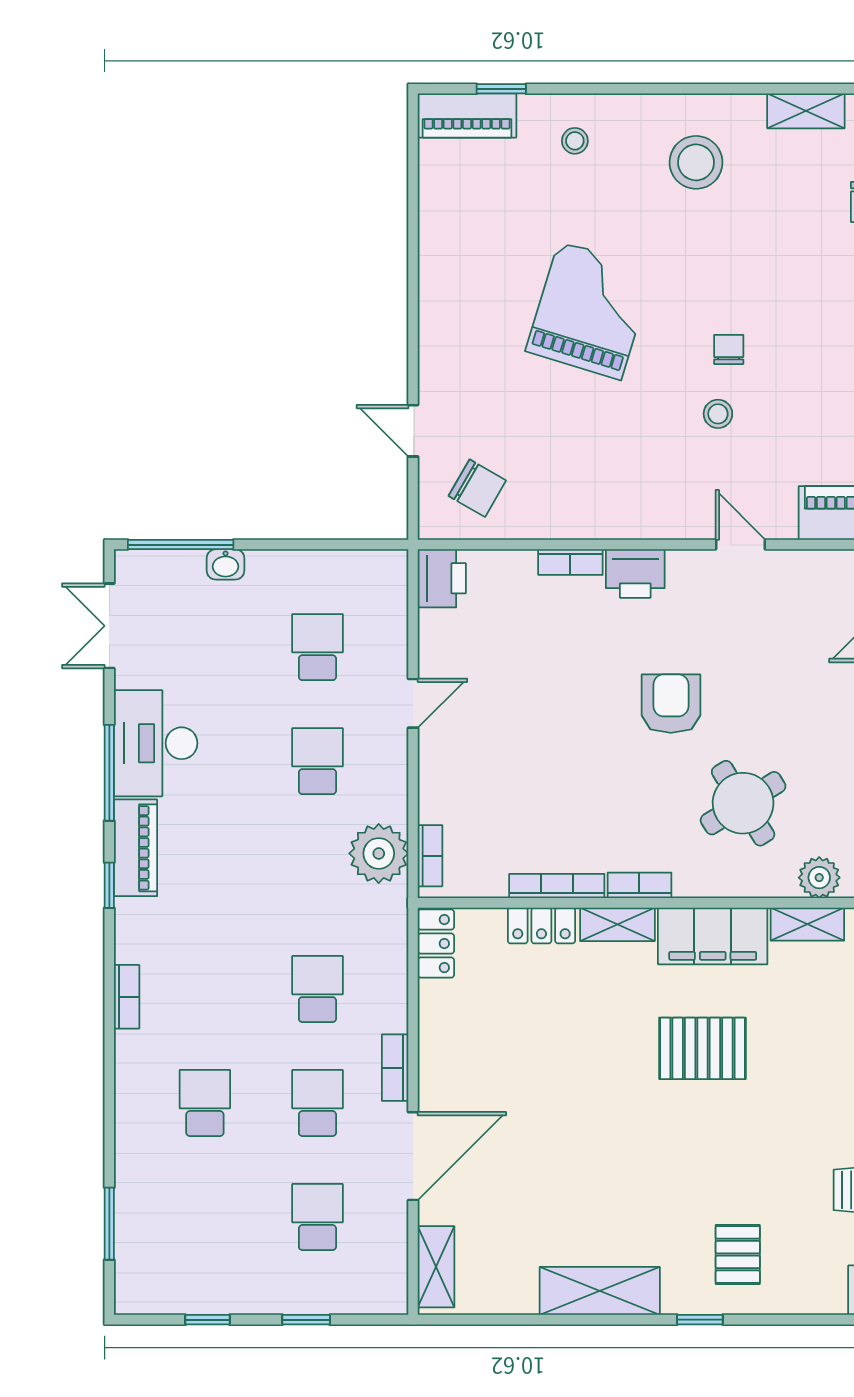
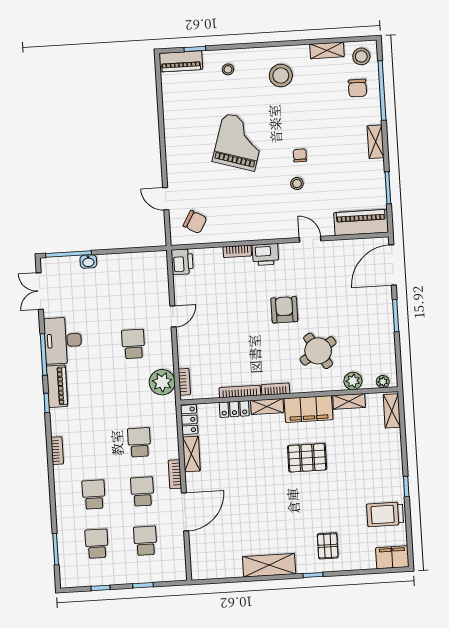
school desk: (317, 647) -> (97, 544), moved
shelving: (436, 1267) -> (191, 454), moved

